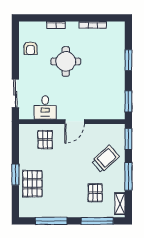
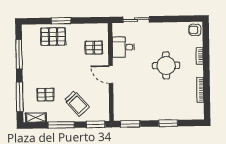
armchair: (31, 48) -> (195, 30), moved

